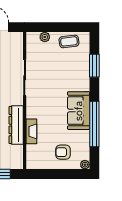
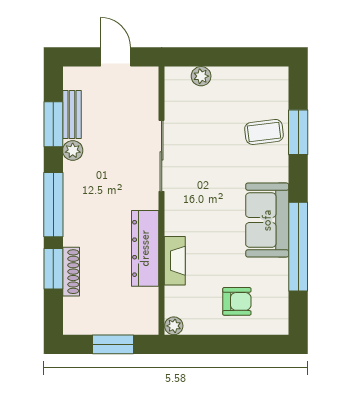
coffee table: (69, 41) -> (264, 132), moved
armchair: (63, 152) -> (237, 301), turned 180
plant: (85, 165) -> (174, 326), moved

